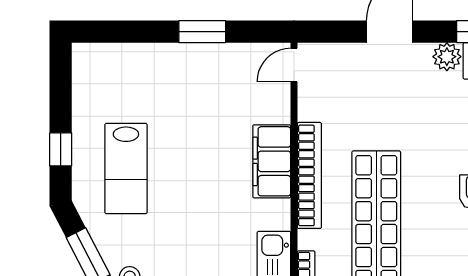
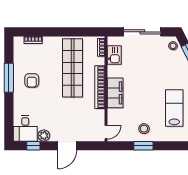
stool: (201, 73) -> (144, 129), added
lab bench: (126, 169) -> (174, 108), moved

